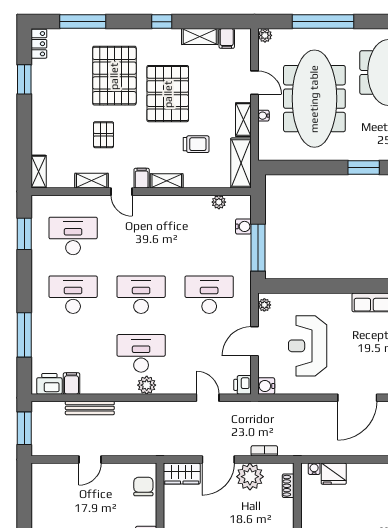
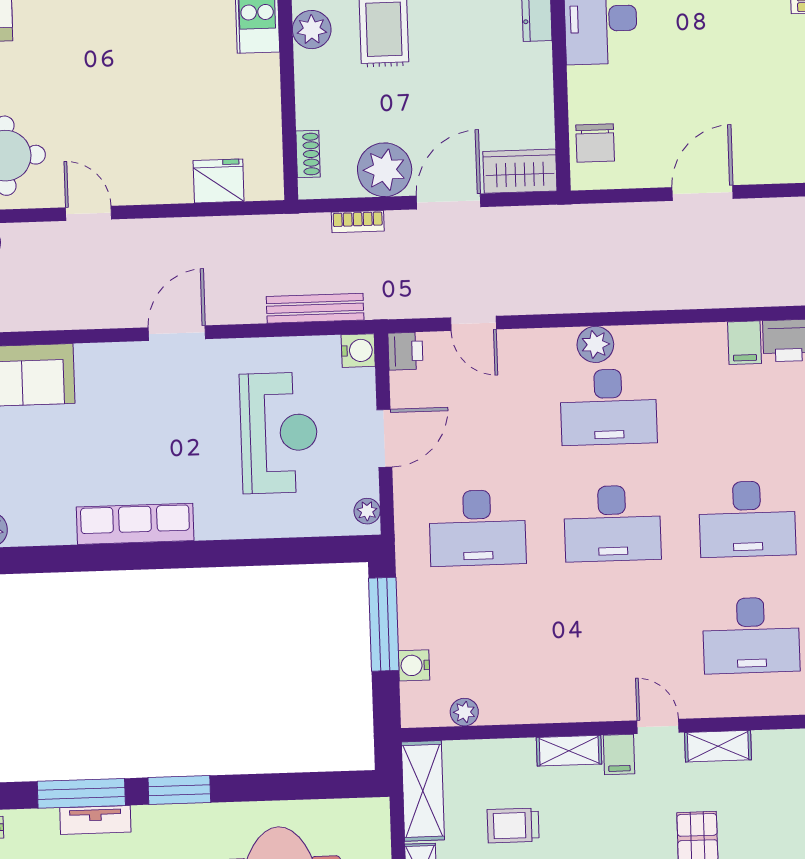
door: (357, 398) -> (177, 333), width x0.73
bench: (90, 408) -> (315, 308), moved
door: (90, 460) -> (703, 193), width x1.38
water cooler: (314, 469) -> (258, 189), removed

